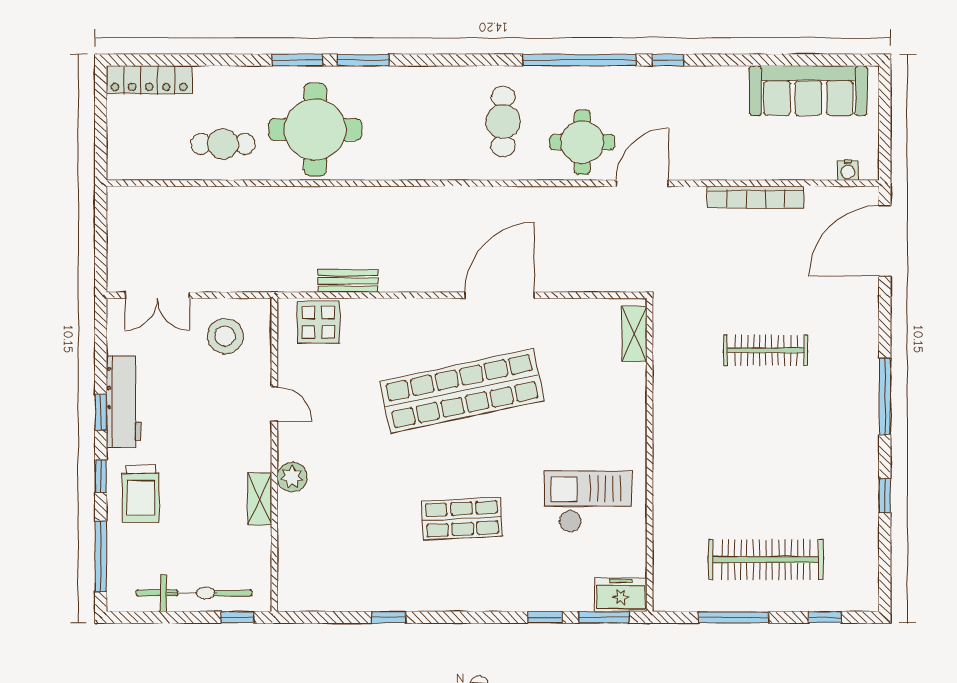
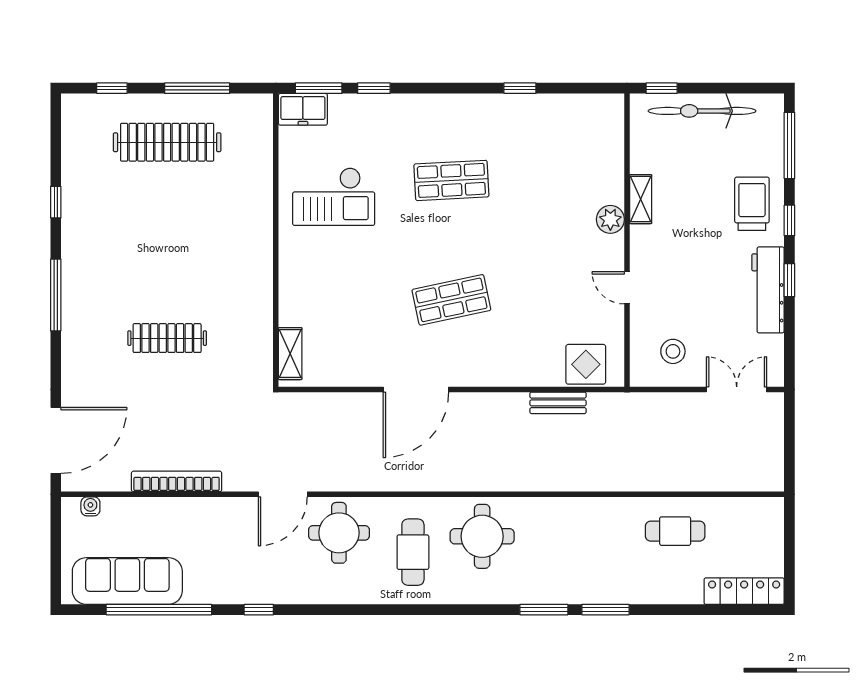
window: (579, 60) -> (159, 610), moved
round table: (315, 130) -> (482, 536), moved, width x0.73, depth x0.73
stool: (225, 336) -> (673, 351), width x0.73, depth x0.73
shop shelf: (462, 391) -> (451, 300), width x0.50, depth x0.74

